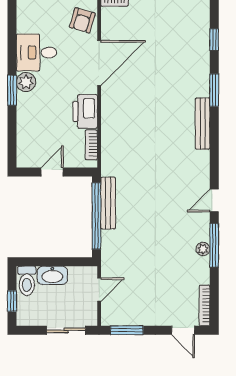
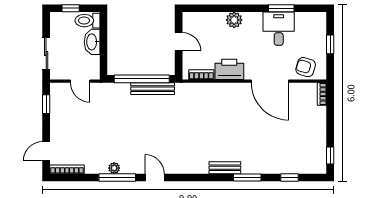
plant: (26, 82) -> (234, 20), moved
window: (12, 90) -> (281, 8), moved
bench: (203, 124) -> (225, 168), width x0.73
window: (127, 330) -> (46, 104), width x0.67

